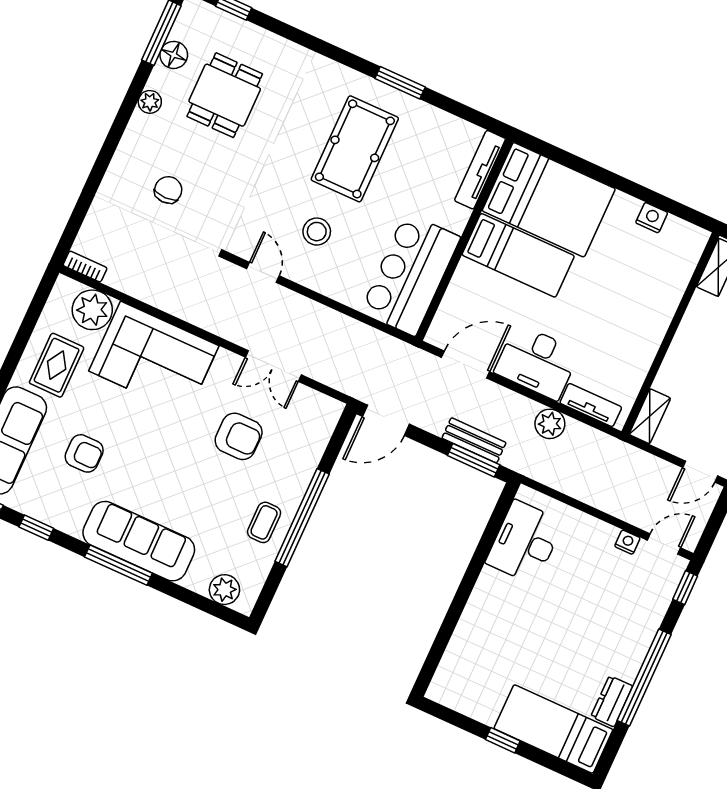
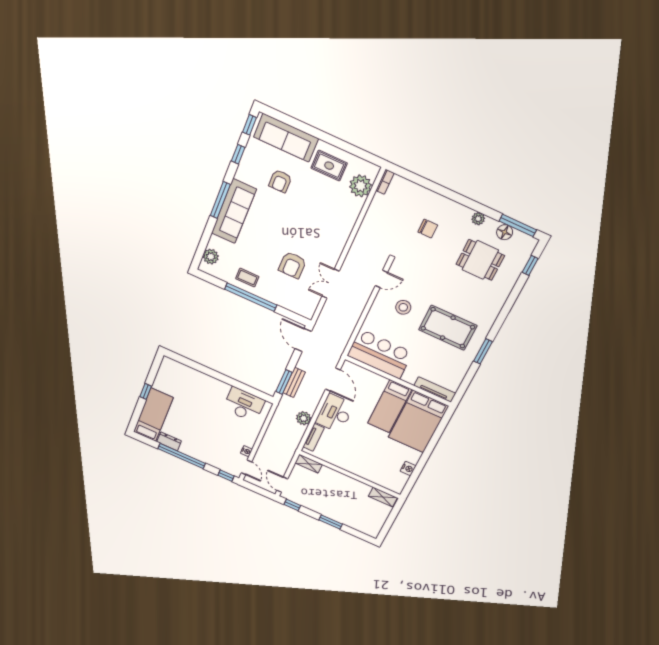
corner sofa: (154, 358) -> (334, 220), removed

